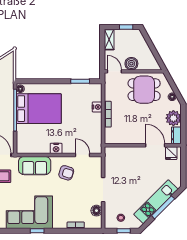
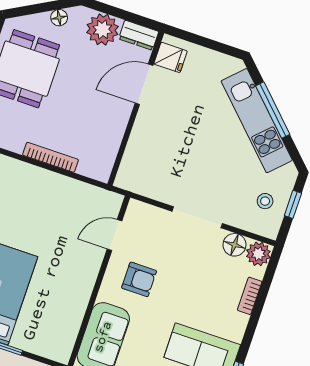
nightstand: (97, 107) -> (29, 174), removed
nightstand: (56, 148) -> (84, 283), removed
armchair: (66, 173) -> (139, 279), turned 73
plant: (96, 223) -> (258, 254), added

